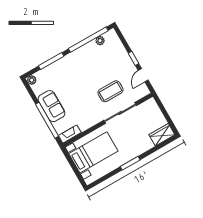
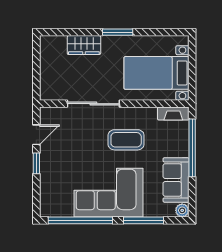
plant: (100, 41) -> (66, 210), removed
corner sofa: (81, 66) -> (108, 193), added
coffee table: (110, 91) -> (126, 140), moved
sofa: (51, 106) -> (176, 180), moved
wardrobe: (162, 135) -> (84, 45), moved

